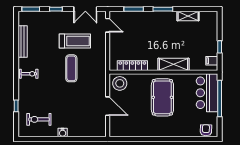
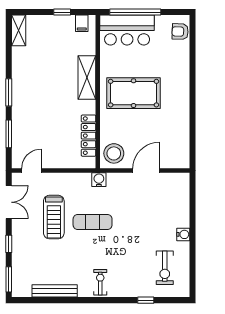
shelving: (188, 16) -> (19, 30), moved
treadmill: (75, 41) -> (54, 217), turned 180
water cooler: (101, 73) -> (99, 180), added

